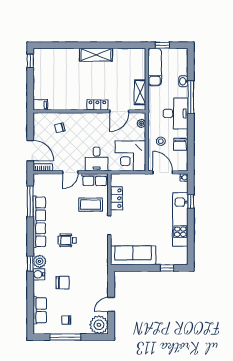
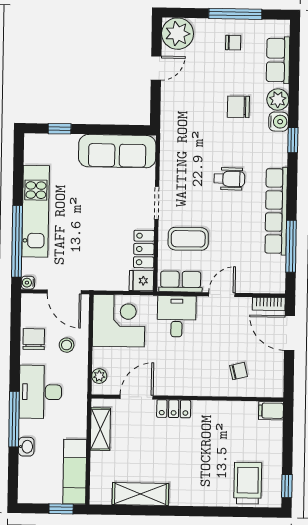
shelving: (96, 55) -> (140, 494), moved
trolley: (53, 62) -> (248, 483), added
fridge: (118, 180) -> (141, 281), added
window: (191, 201) -> (17, 241), width x3.17
plant: (40, 261) -> (278, 100), moved

